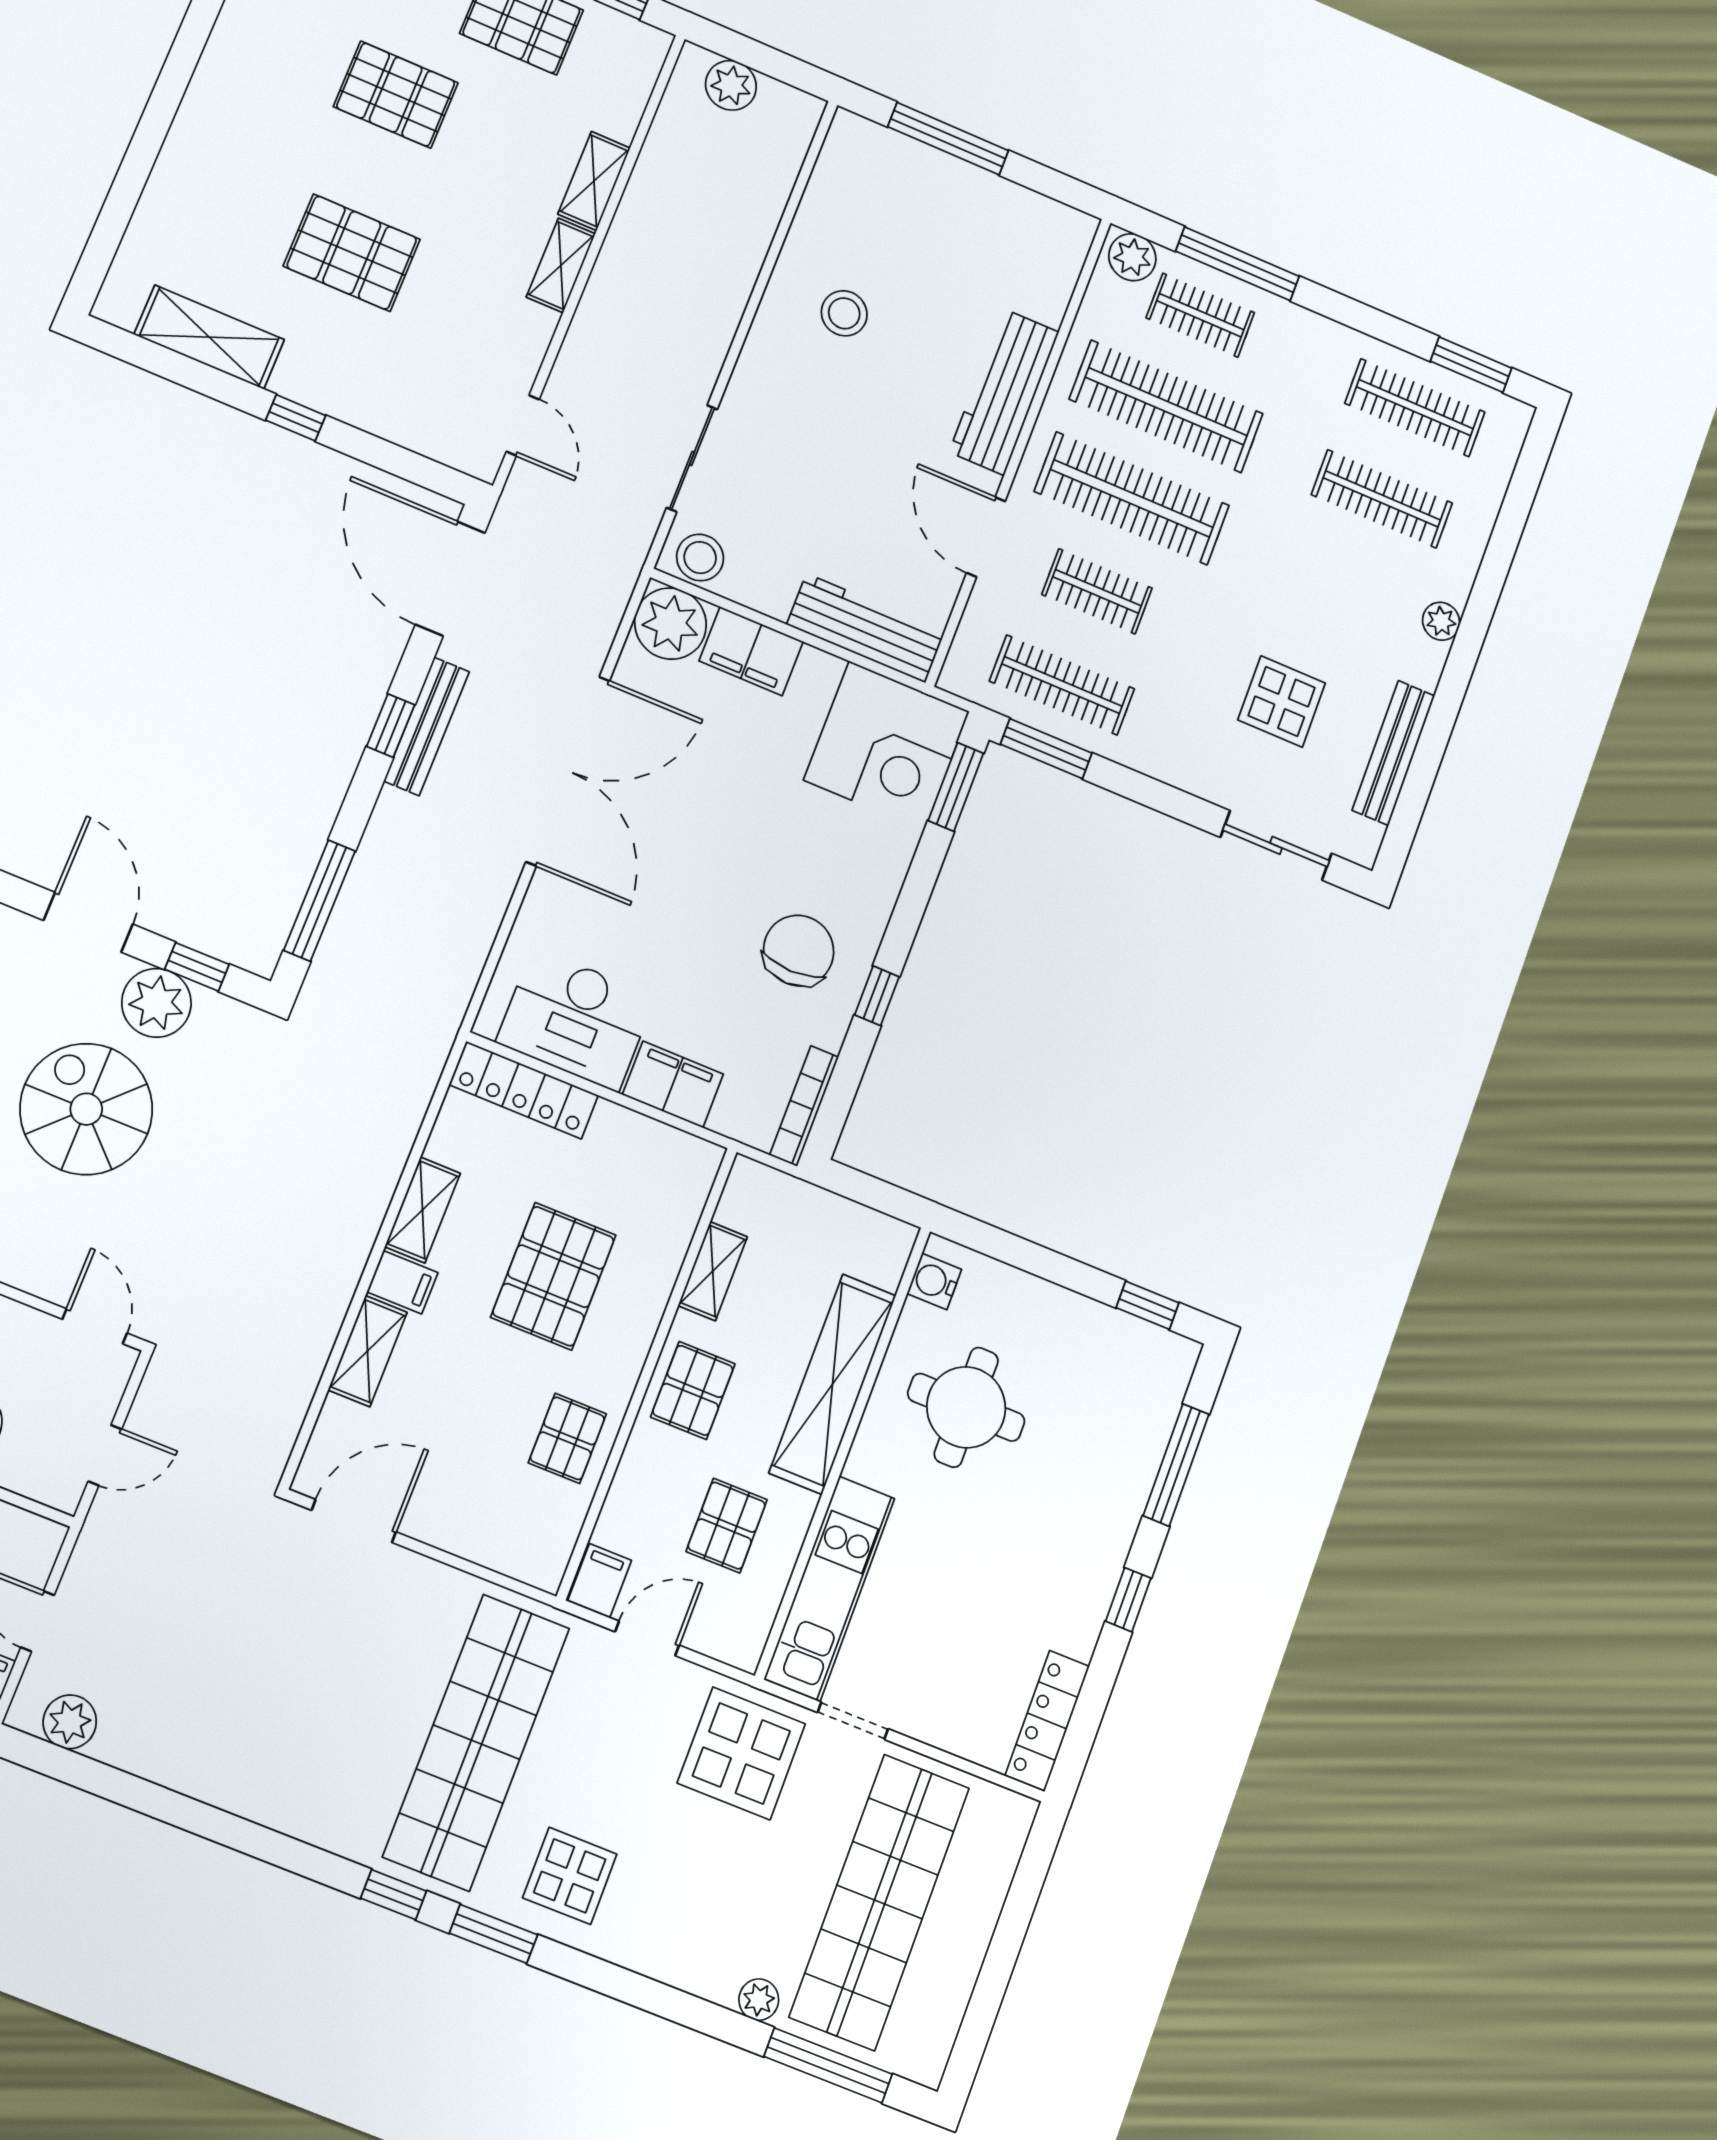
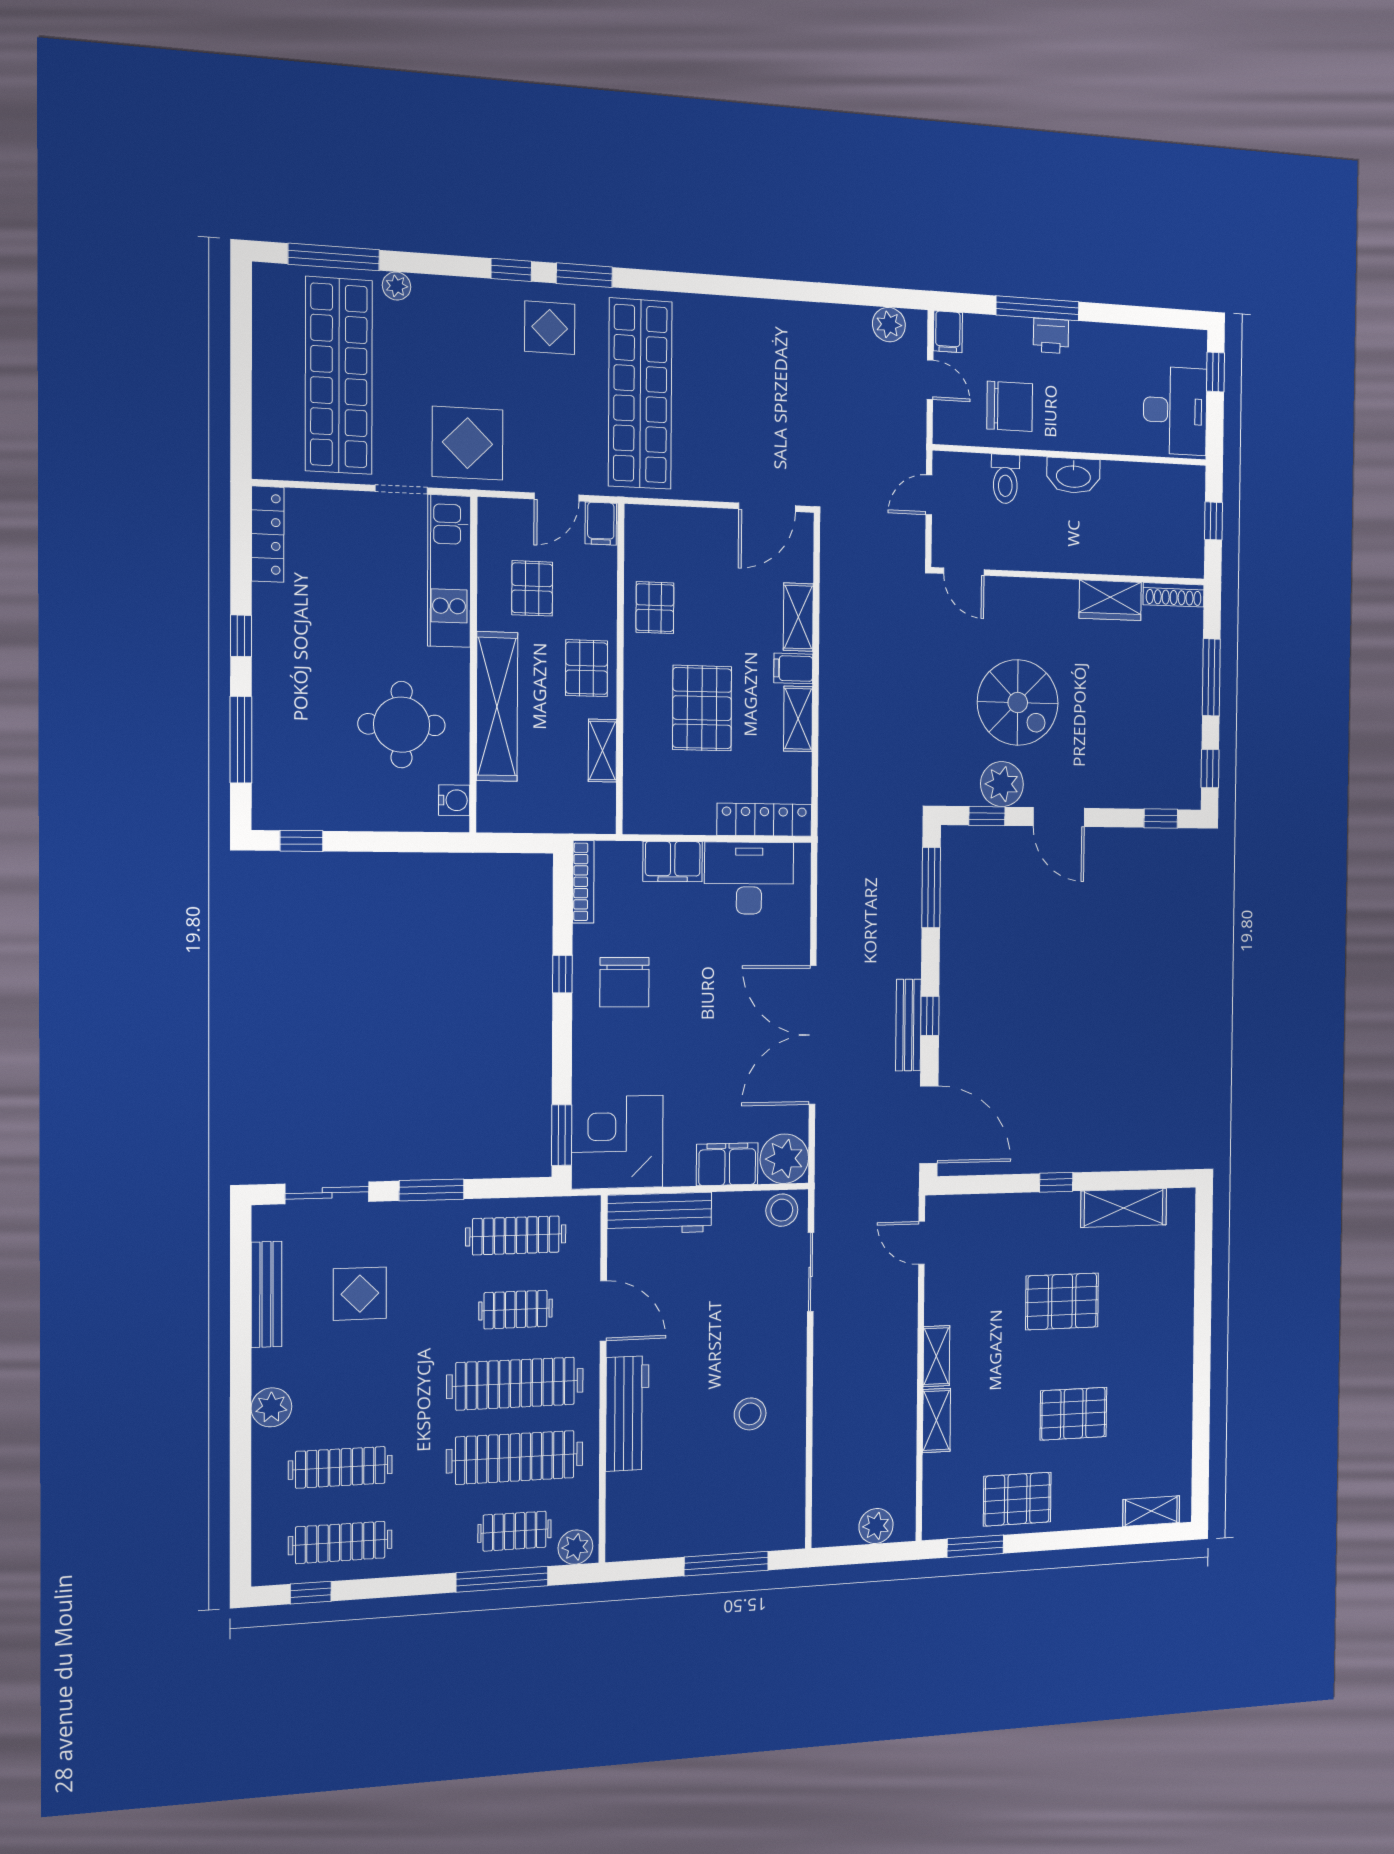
window: (1471, 365) -> (311, 1593), width x0.67
plant: (1441, 621) -> (271, 1407), width x1.38, depth x1.38
window: (1046, 749) -> (432, 1190), moved
window: (394, 1895) -> (511, 270), moved

